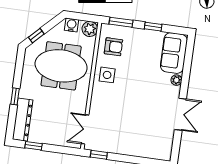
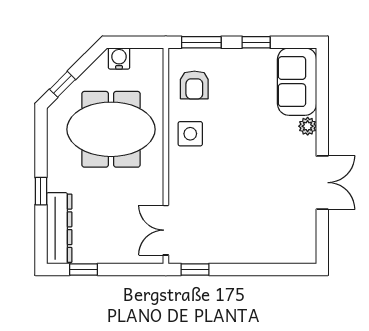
plant: (90, 29) -> (151, 61), removed
armchair: (113, 47) -> (194, 85), turned 90

